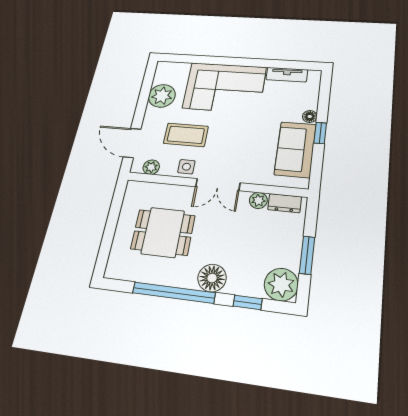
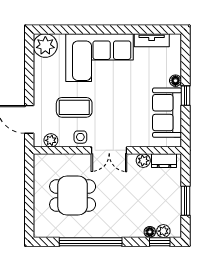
plant: (162, 96) -> (45, 46), moved
floor lamp: (212, 278) -> (150, 232), moved, width x0.53, depth x0.53
plant: (281, 284) -> (163, 231), width x0.53, depth x0.53
window: (248, 302) -> (160, 242), moved

